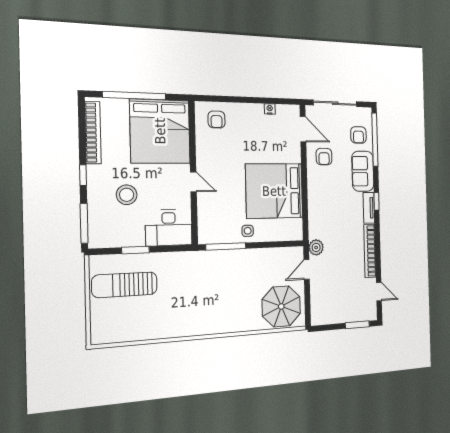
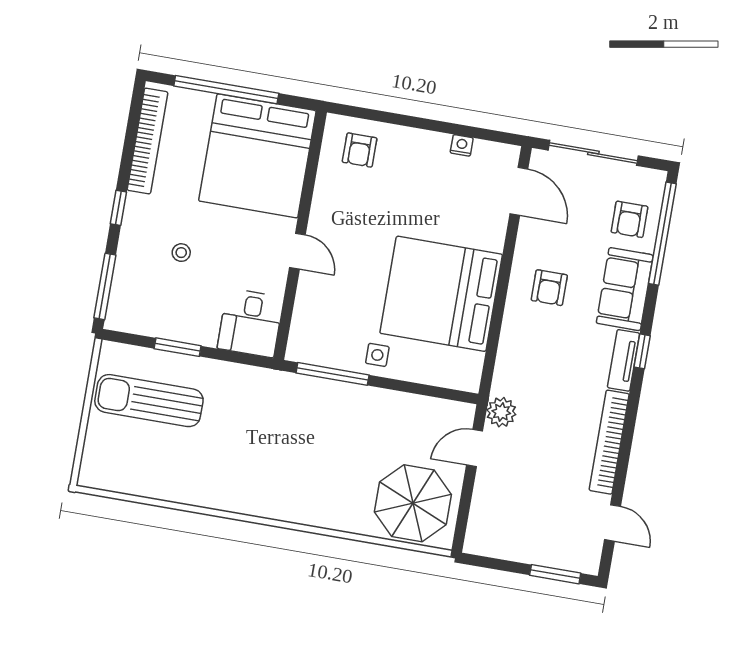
armchair: (324, 157) -> (549, 288), moved
stool: (127, 195) -> (181, 253), width x0.53, depth x0.53
desk: (169, 228) -> (250, 323), width x0.73

